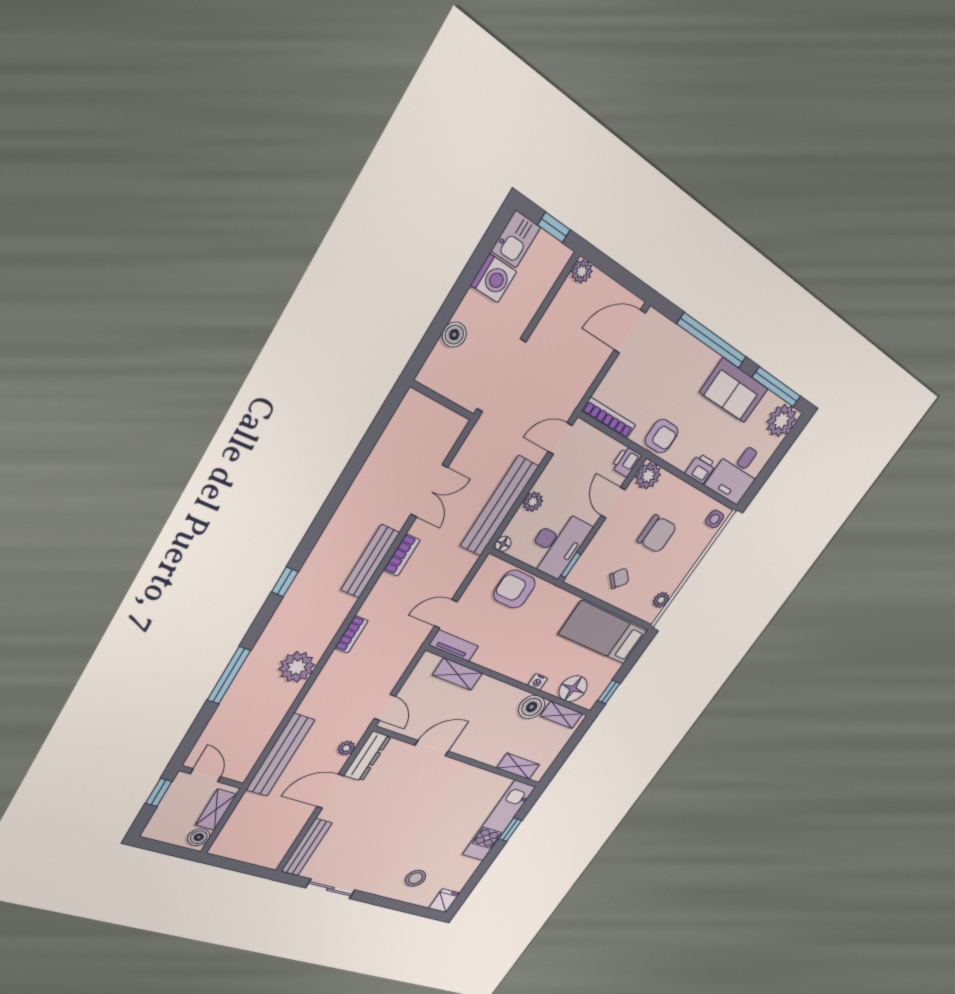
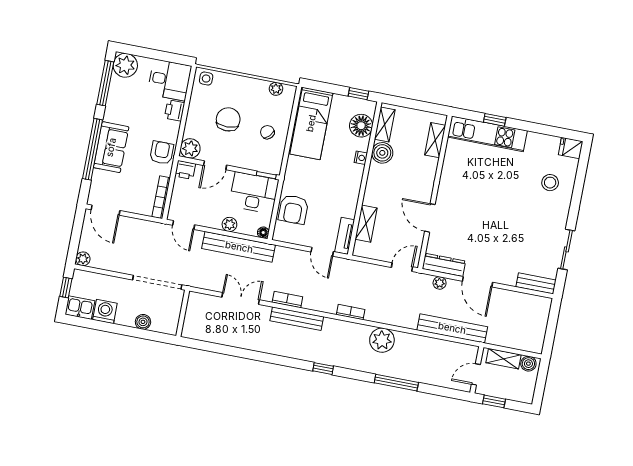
sofa: (734, 391) -> (111, 147), moved
bench: (307, 847) -> (536, 283), width x0.73

